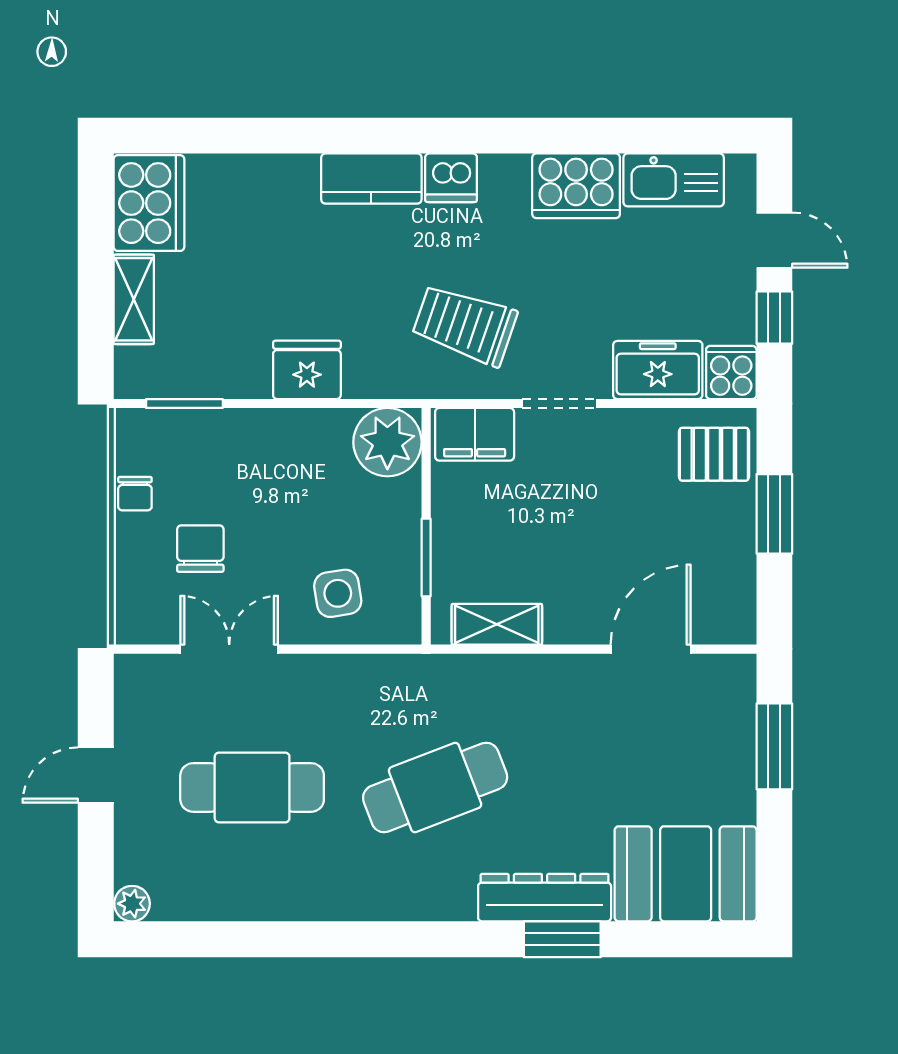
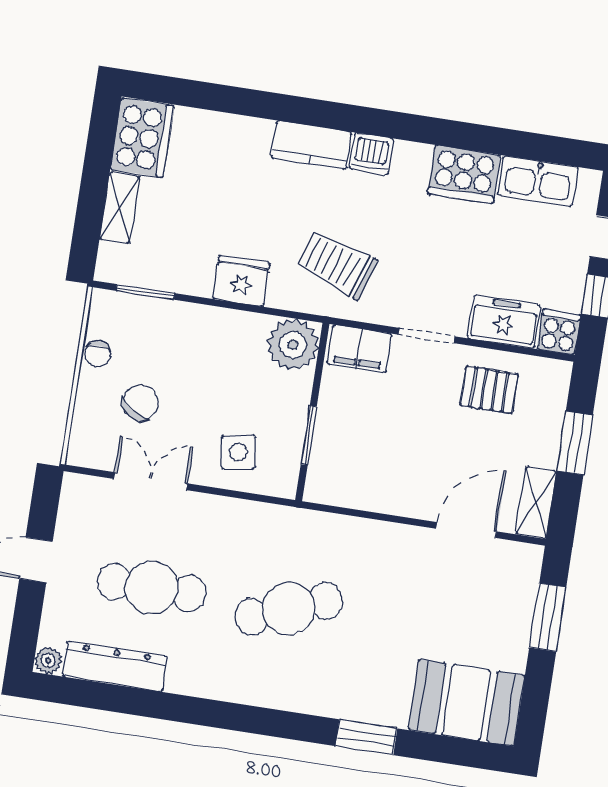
trolley: (465, 325) -> (337, 264), moved
pallet: (714, 454) -> (489, 390), moved
chair: (200, 549) -> (141, 403), turned 32
shelving: (497, 624) -> (536, 503), moved, turned 90
dresser: (545, 898) -> (115, 666), moved

